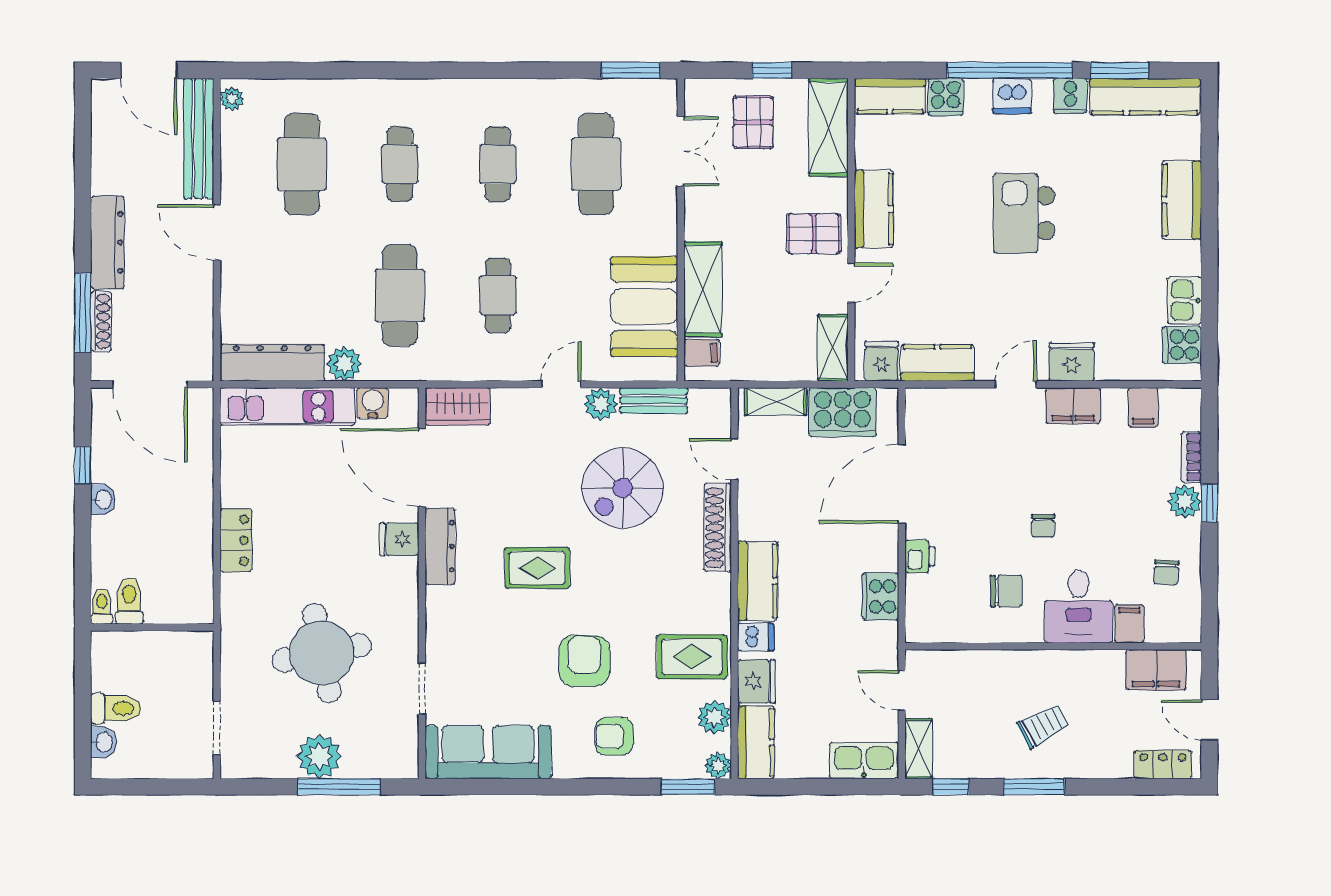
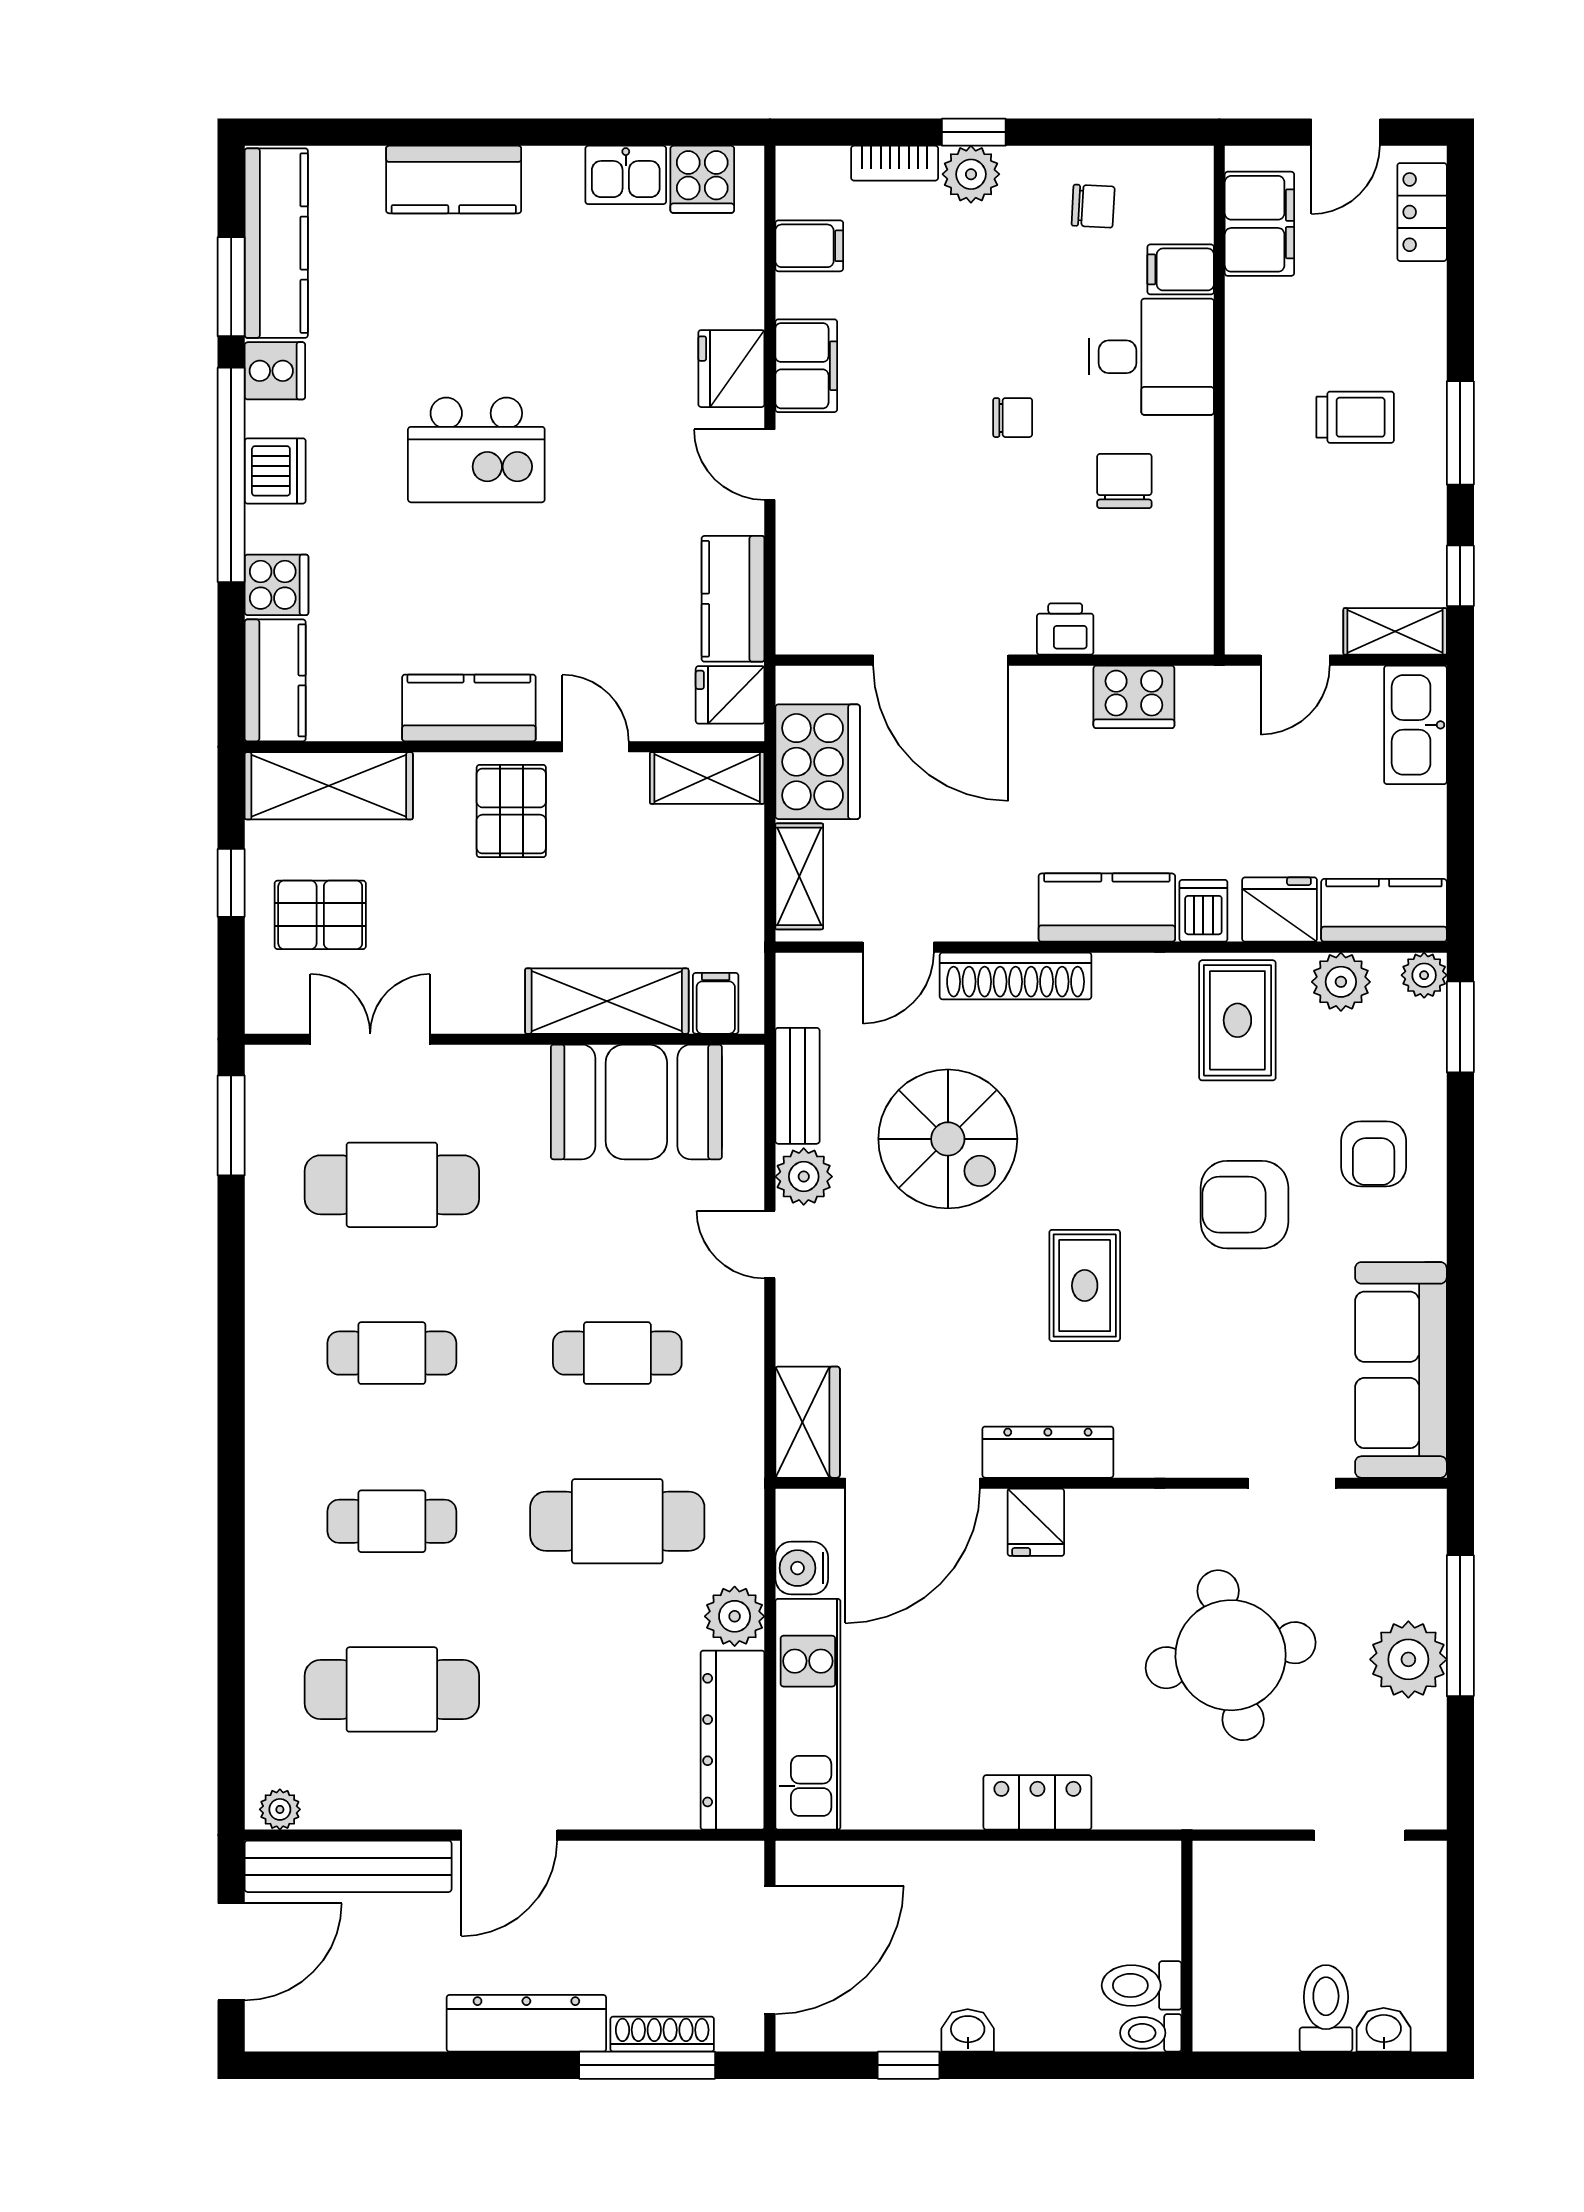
trolley: (1043, 725) -> (1355, 417), turned 118

